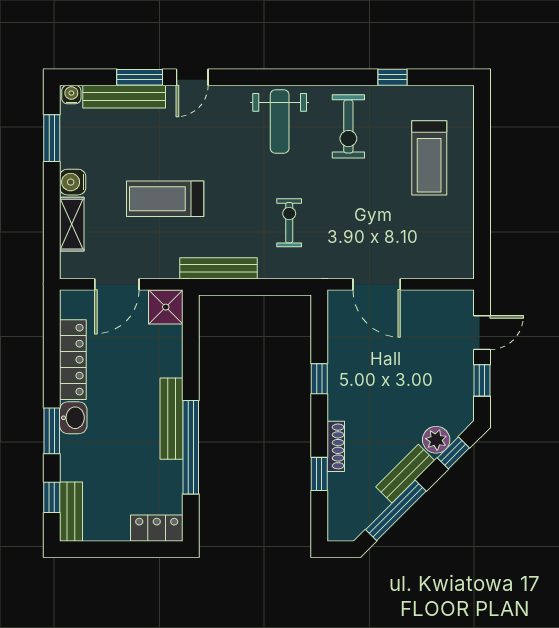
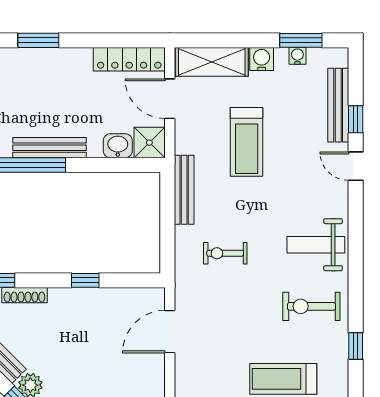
window: (140, 77) -> (356, 119), width x0.67
water cooler: (71, 95) -> (297, 56), moved, turned -90
treadmill: (165, 199) -> (247, 142), turned 180
exercise bike: (289, 223) -> (225, 253), turned 180
shelving: (72, 224) -> (212, 62), width x1.50, depth x1.33
locker: (73, 360) -> (129, 59), moved
washbasin: (73, 418) -> (118, 146), moved, turned 180

